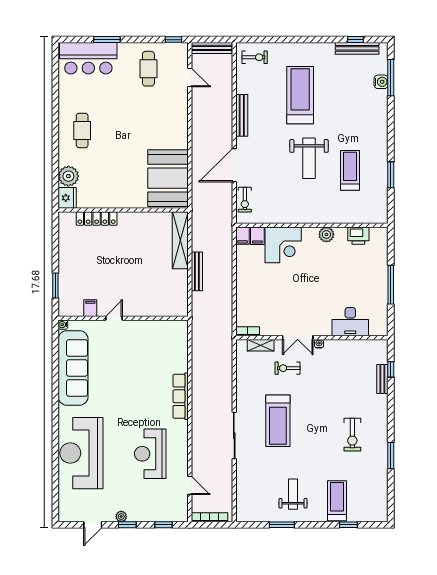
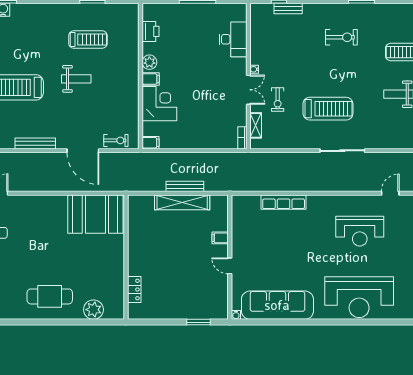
cafe table: (82, 130) -> (50, 296), width x1.37, depth x1.35
weight bench: (309, 158) -> (76, 79), width x0.73, depth x0.75
treadmill: (350, 170) -> (88, 40), turned 180
fridge: (67, 198) -> (114, 311), removed
locker: (97, 219) -> (134, 290), width x0.66
filing cabinet: (257, 236) -> (151, 79), moved
shelving: (180, 240) -> (182, 202), moved
filing cabinet: (90, 308) -> (220, 238), moved
row of seats: (181, 396) -> (284, 202), moved

